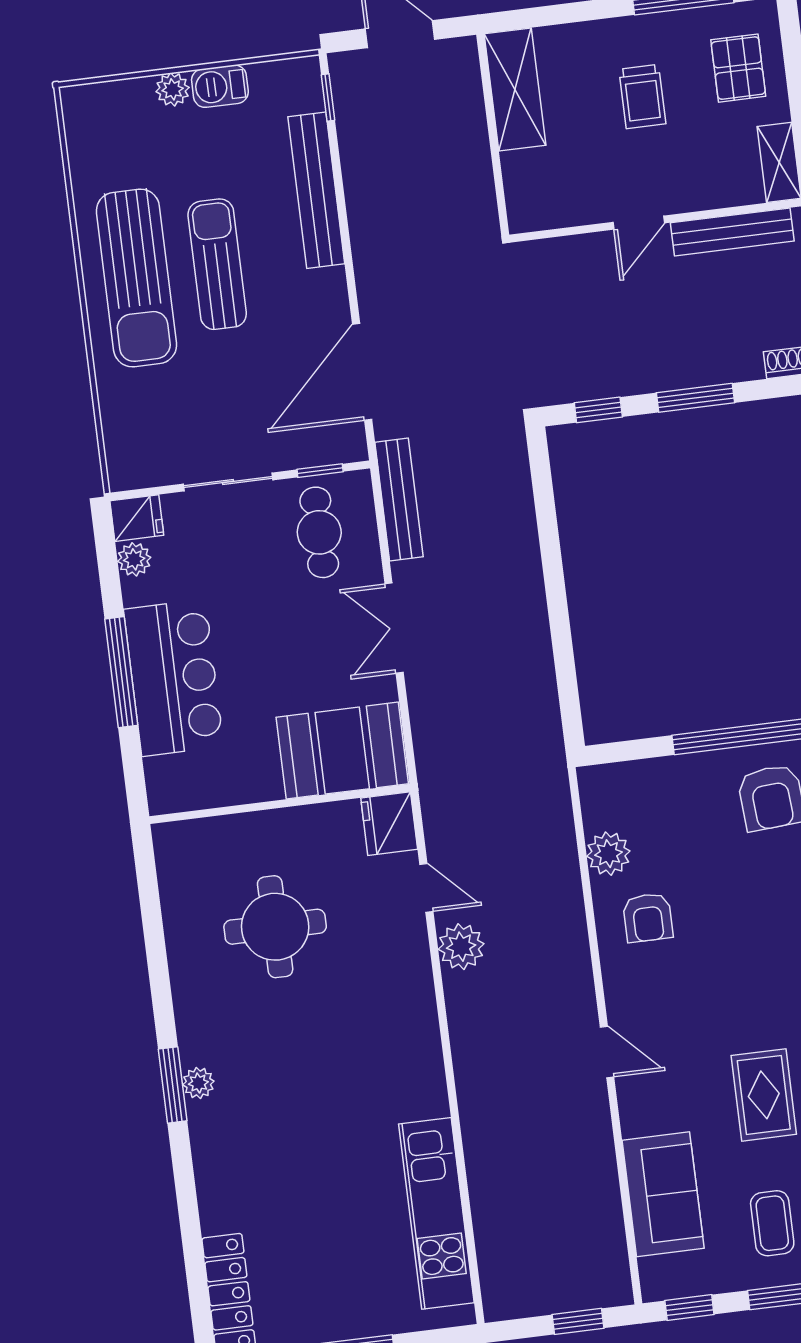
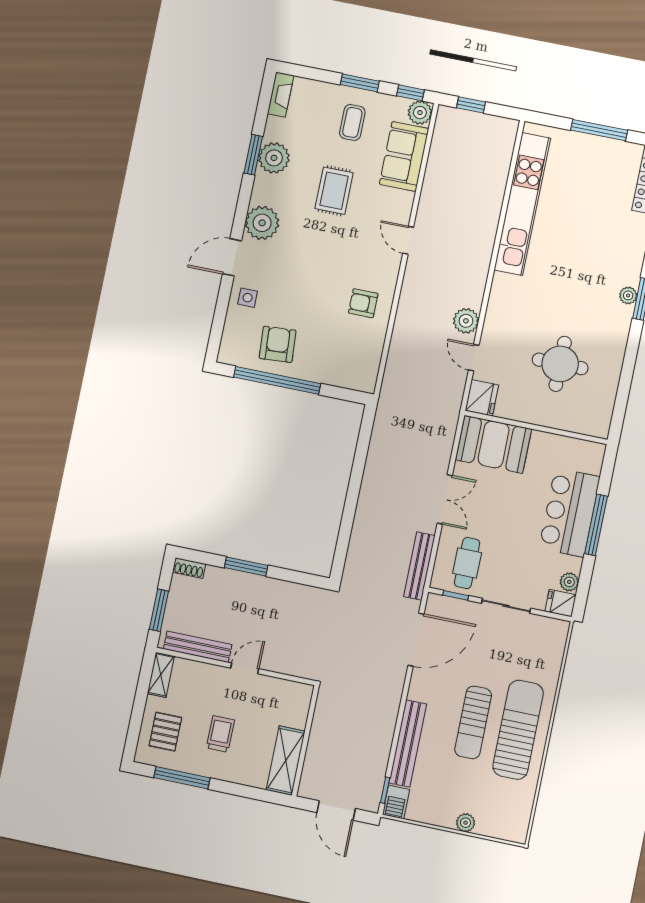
barbecue: (220, 86) -> (396, 802), moved, turned 90
window: (598, 410) -> (299, 578), removed
plant: (608, 854) -> (420, 113), moved
armchair: (648, 918) -> (363, 303), turned -90
kitchen unit: (436, 1213) -> (522, 204), width x1.36

